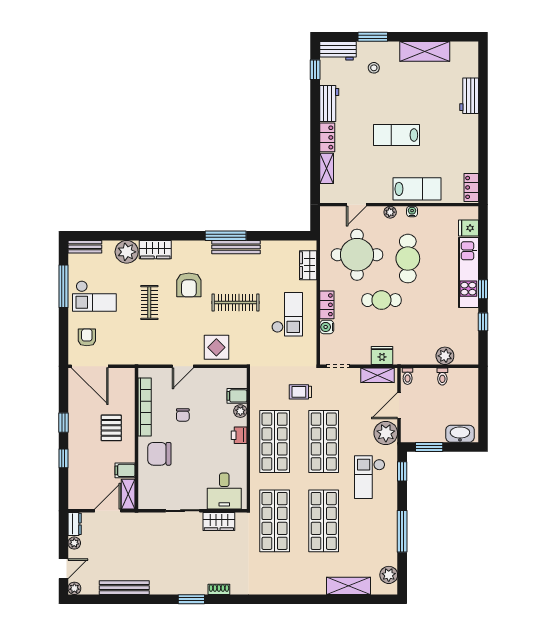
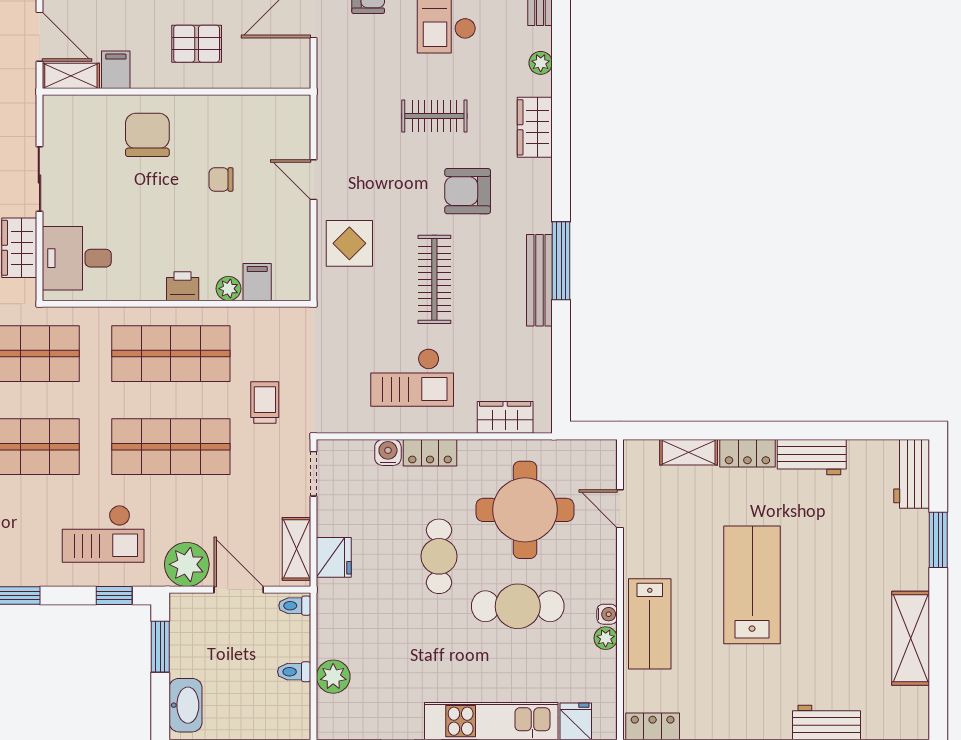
stool: (374, 68) -> (880, 542), removed
window: (315, 70) -> (876, 430), removed
lab bench: (397, 135) -> (752, 585), width x1.36, depth x1.39
plant: (390, 212) -> (606, 638), moved
plant: (127, 252) -> (541, 63), width x0.53, depth x0.53
bookcase: (145, 407) -> (236, 107), removed
checkout: (370, 477) -> (103, 534), turned 180

